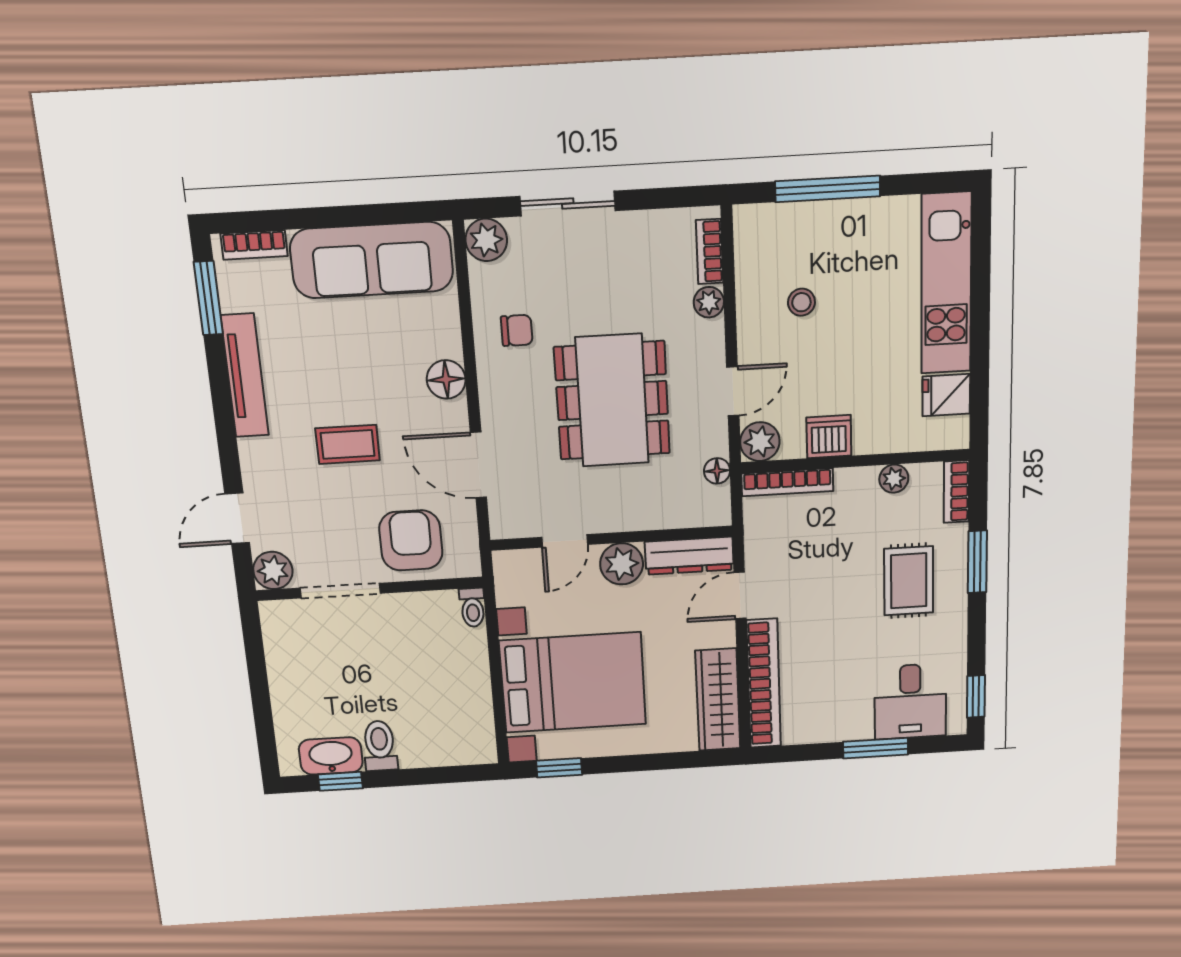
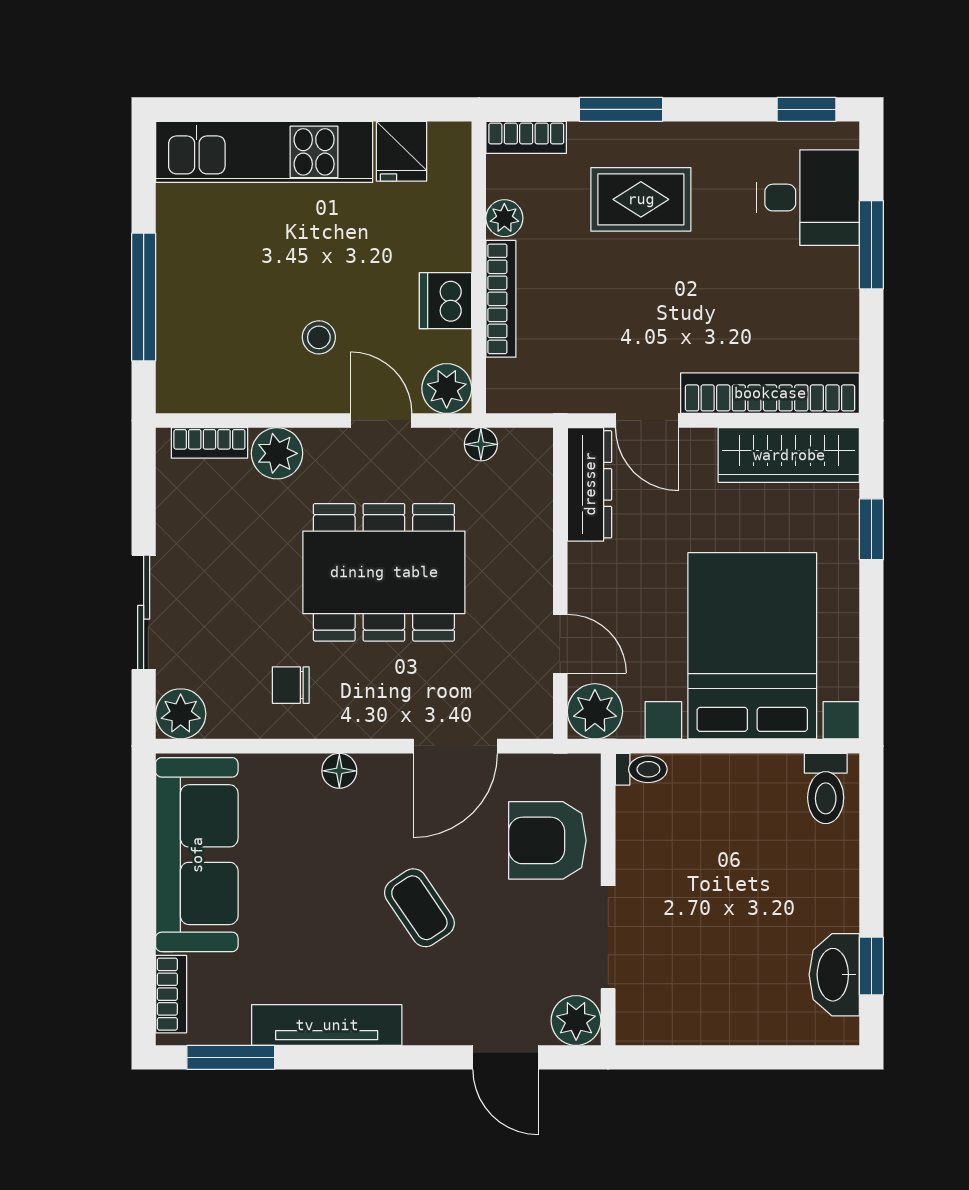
plant: (709, 302) -> (277, 453), width x1.38, depth x1.38
stool: (801, 302) -> (319, 337), moved
chair: (517, 330) -> (291, 685), turned -90
floor lamp: (446, 379) -> (339, 771), width x0.73, depth x0.73
coffee table: (348, 444) -> (419, 908), turned -34
bookcase: (787, 482) -> (501, 299), moved
plant: (622, 564) -> (595, 711), moved
toilet: (380, 746) -> (826, 789), moved, turned -90
window: (559, 768) -> (871, 529), moved

